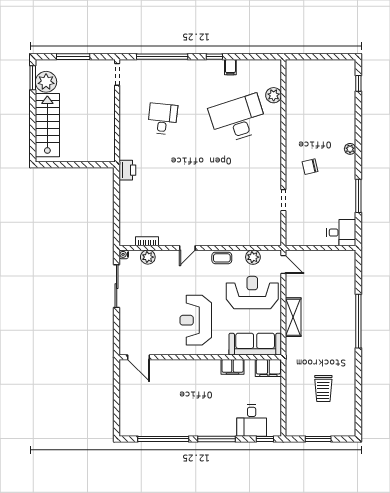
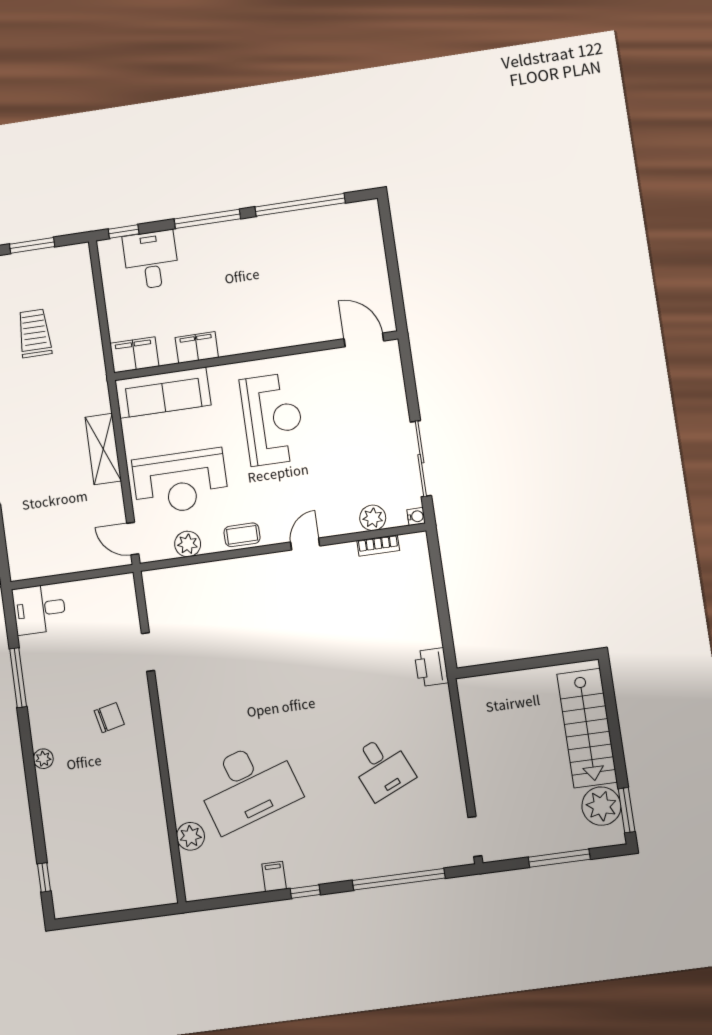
desk: (163, 119) -> (382, 767), turned -30

